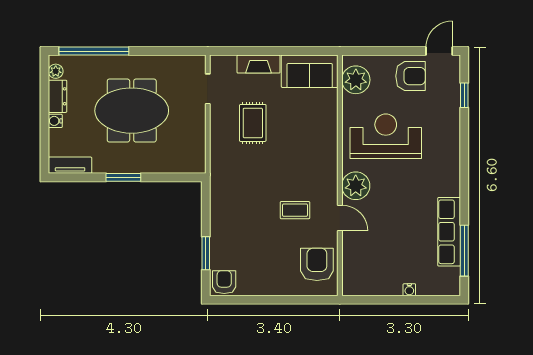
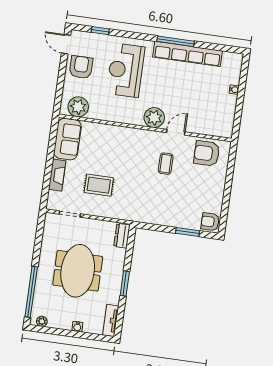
dresser: (58, 96) -> (122, 236), moved, turned -90
reception desk: (386, 136) -> (126, 70), moved
row of seats: (449, 232) -> (188, 54), width x1.36
window: (464, 251) -> (176, 41), moved

